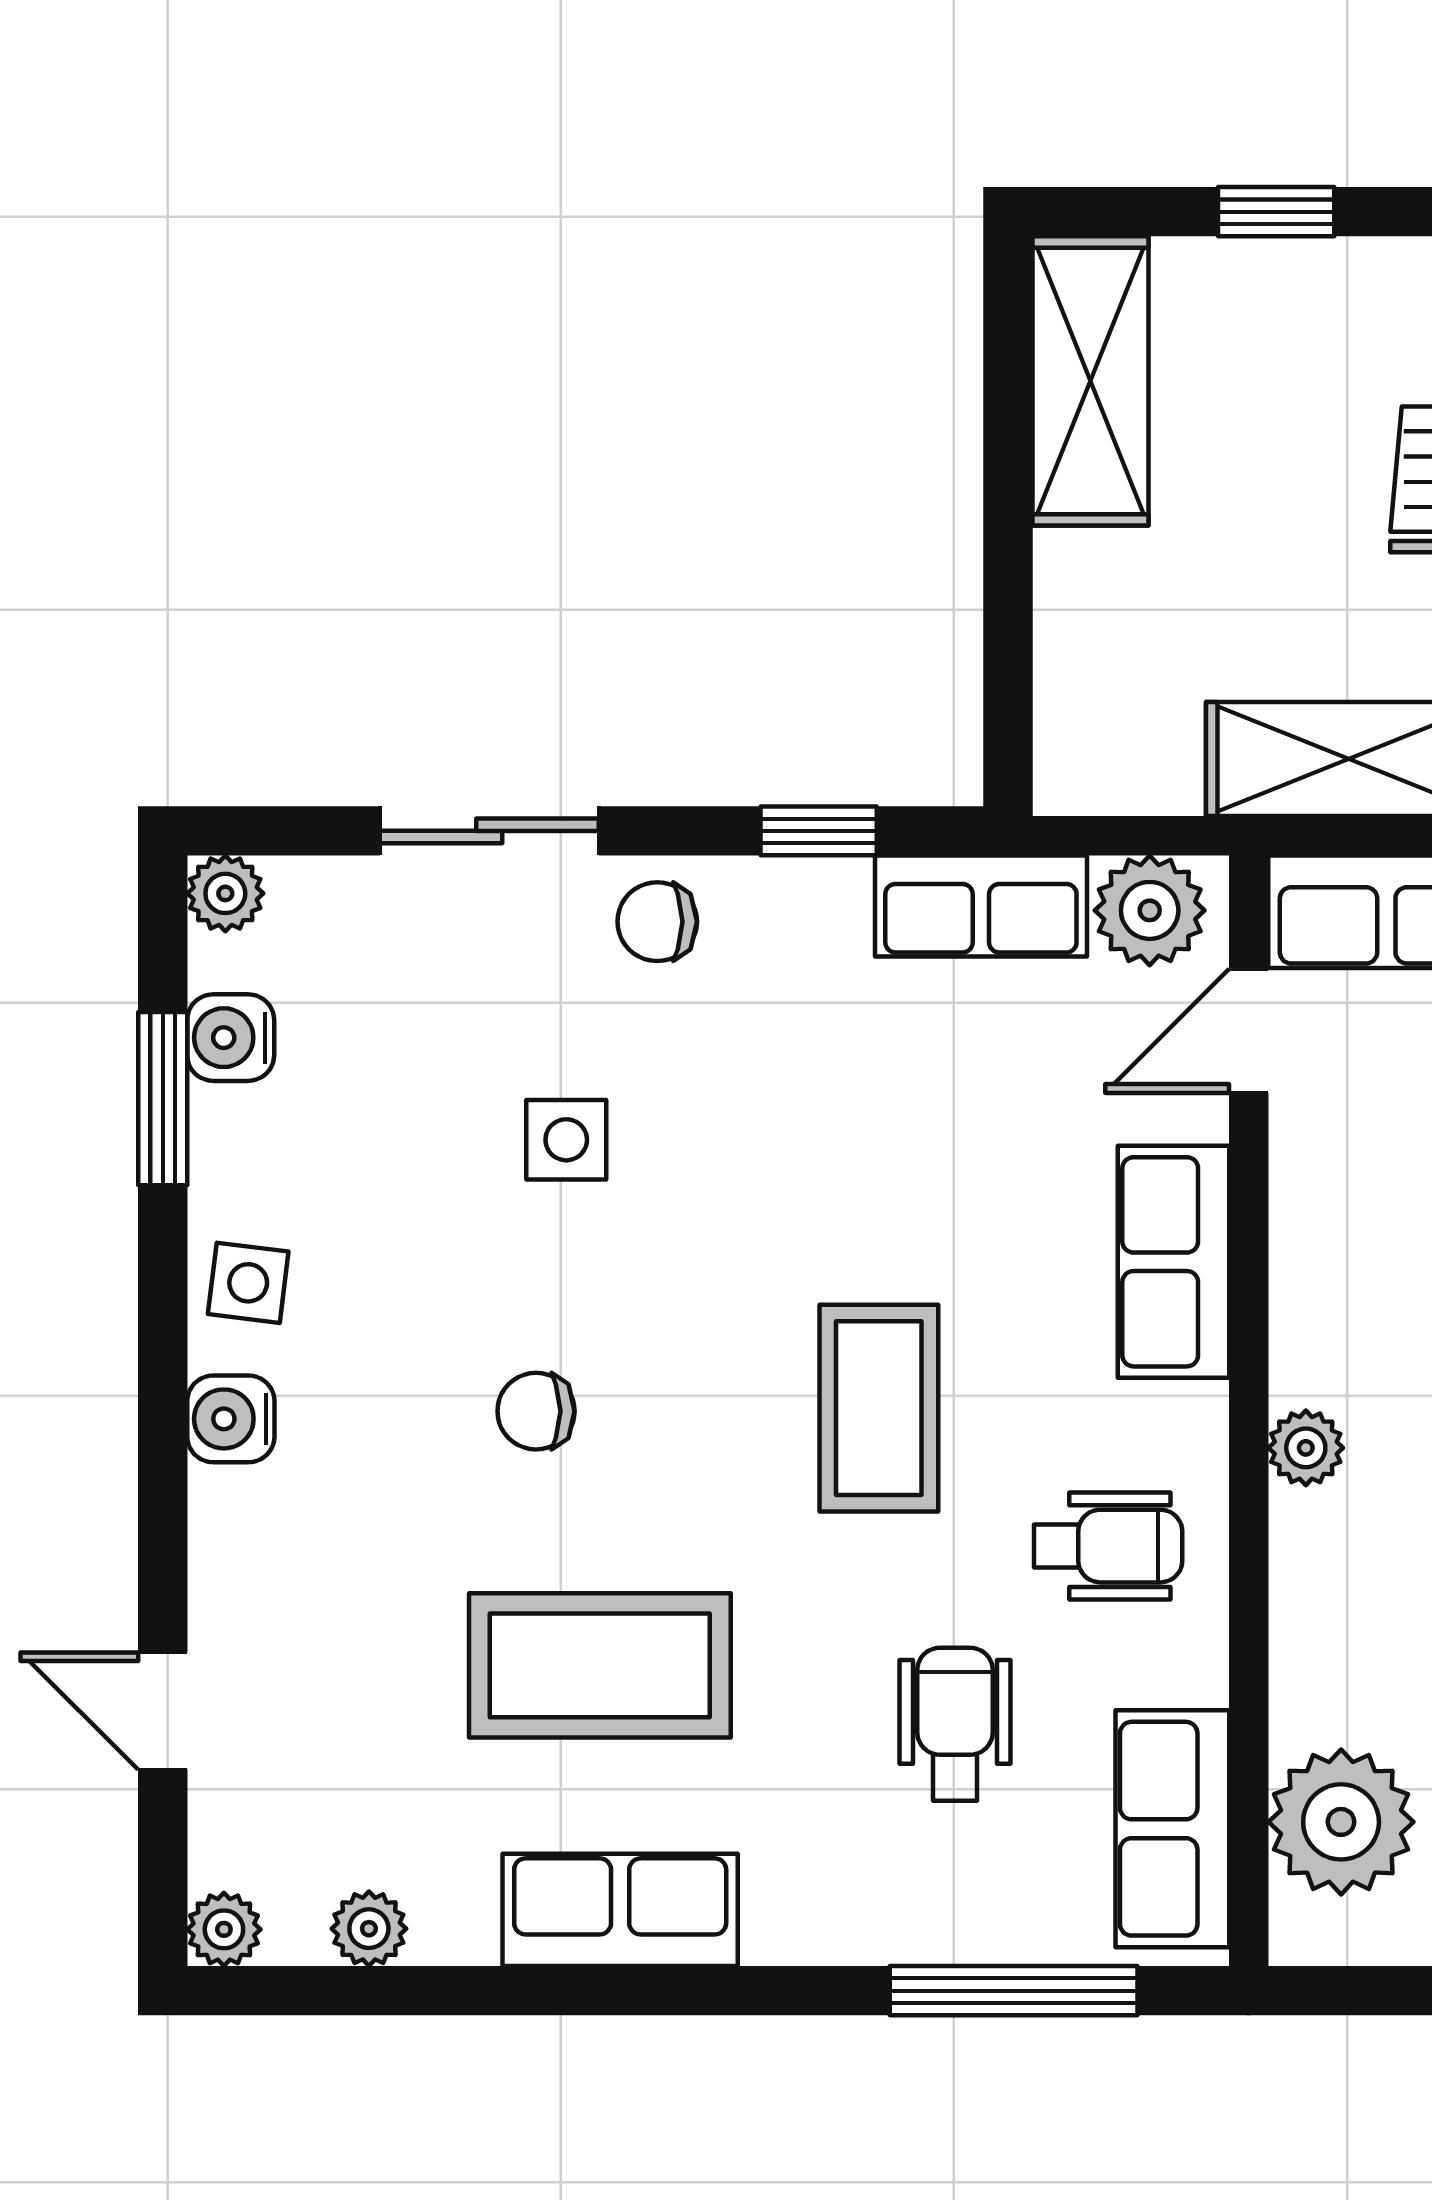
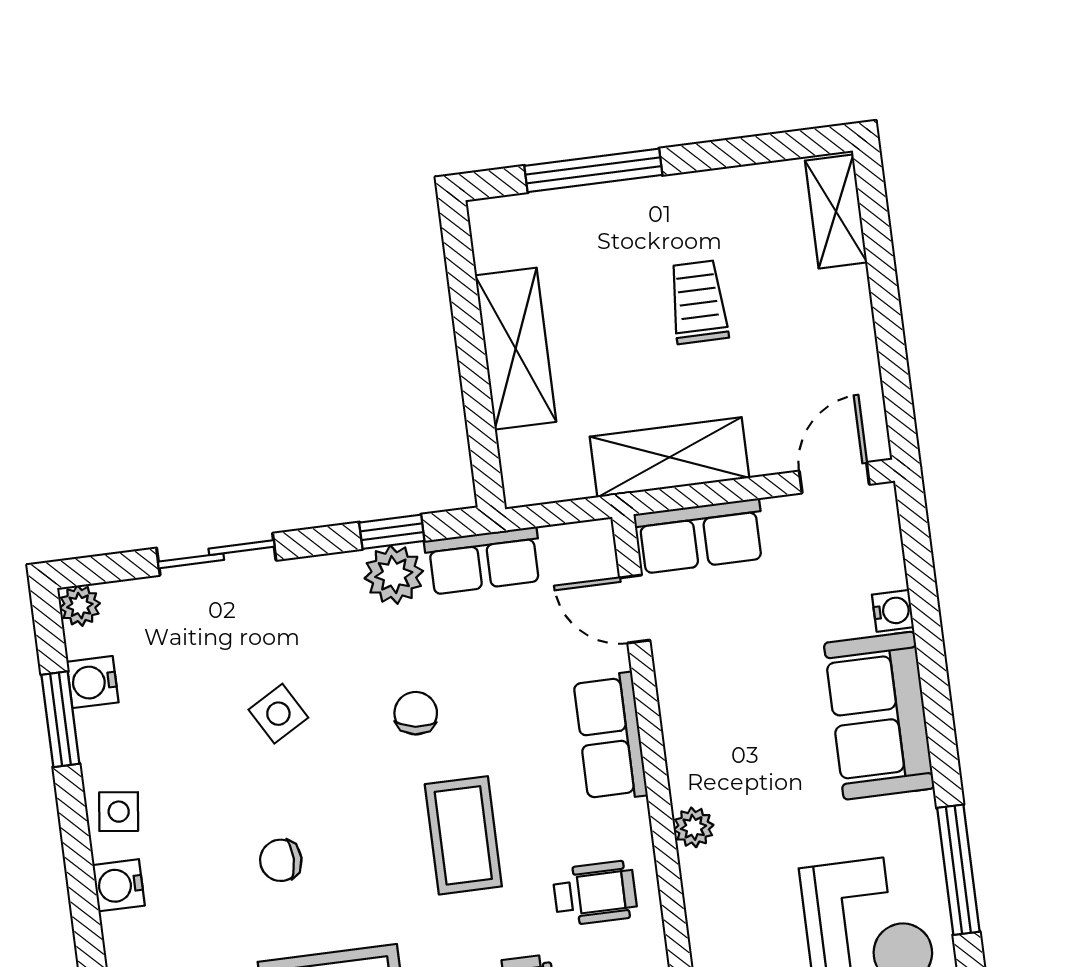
window: (1276, 212) -> (593, 170), width x2.17
shelving: (1090, 381) -> (516, 349), moved
plant: (1150, 910) -> (394, 575), moved
chair: (657, 922) -> (416, 713), moved, turned 99
door: (1249, 1031) -> (635, 609), hinge flipped
side table: (566, 1140) -> (278, 714), turned -30

